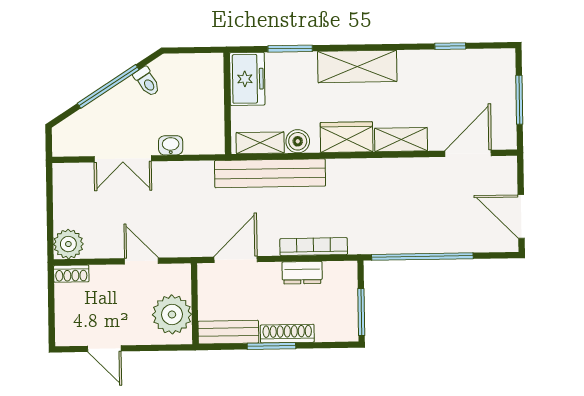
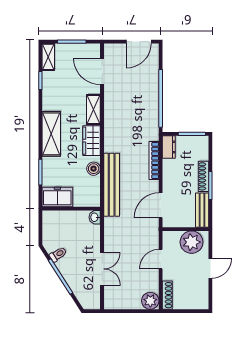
shelving: (260, 143) -> (48, 57), moved
washbasin: (171, 145) -> (95, 217), moved
door: (236, 259) -> (161, 205), hinge flipped
dresser: (302, 273) -> (169, 147), moved
shoe rack: (71, 274) -> (167, 295), width x1.43
door: (104, 349) -> (210, 268), moved

